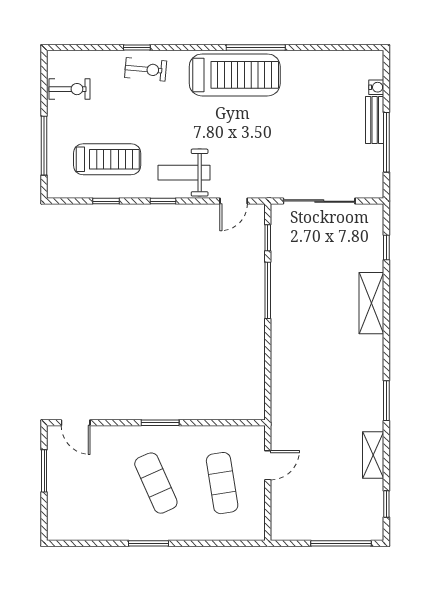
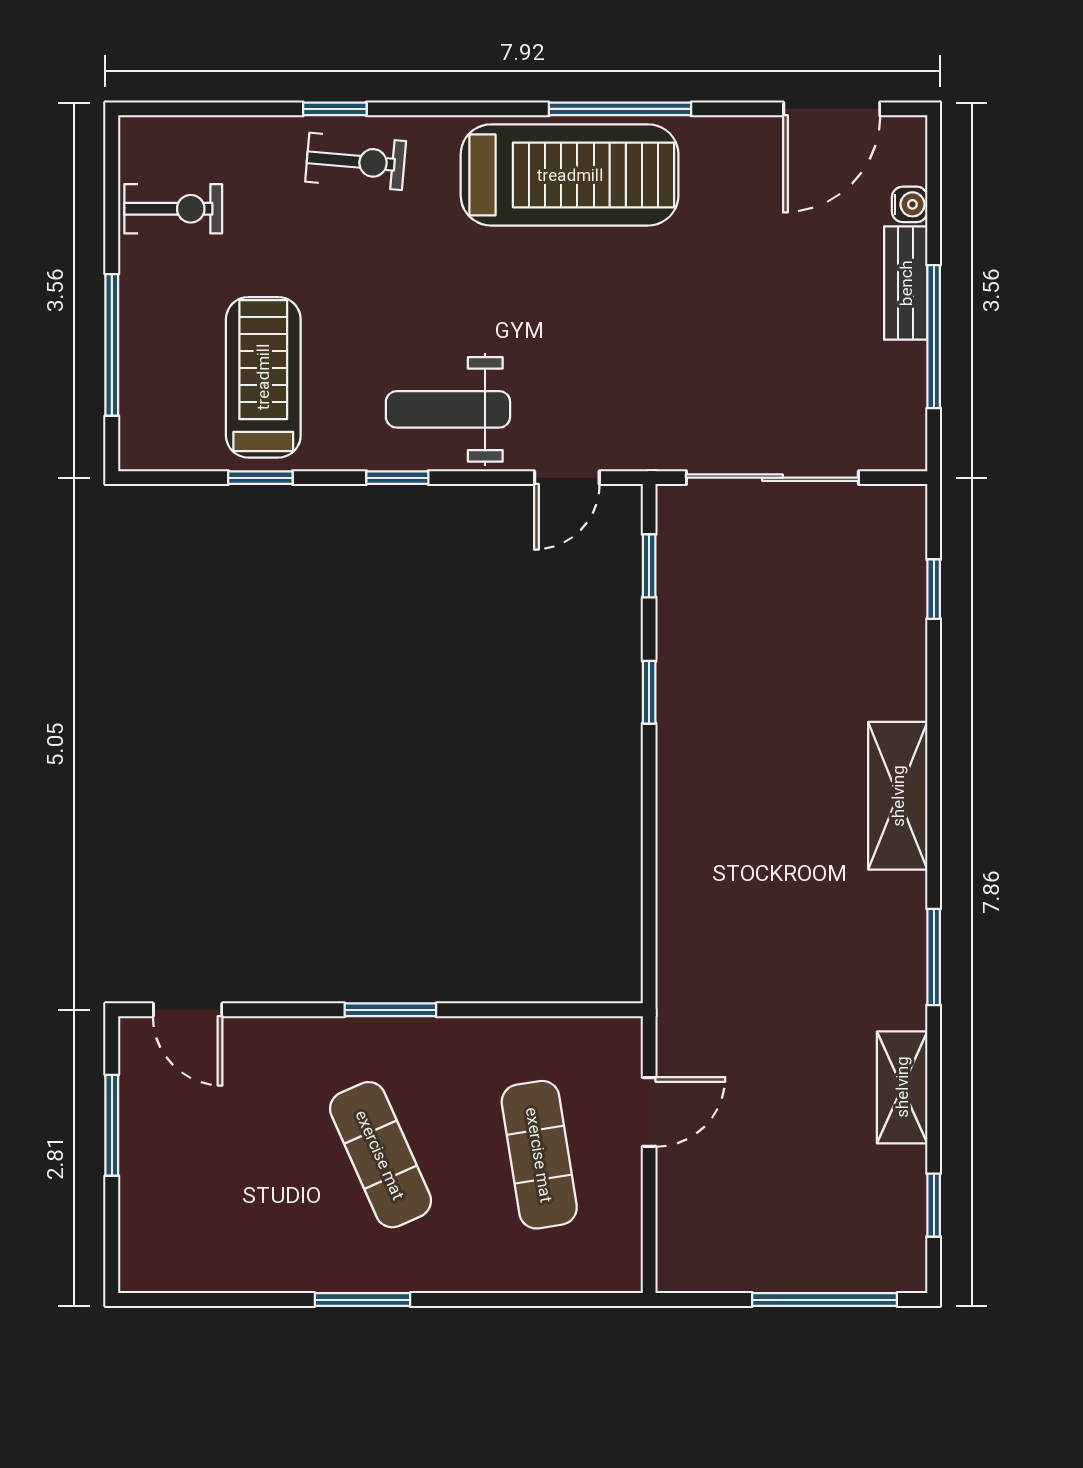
door: (344, 47) -> (832, 109), added
treadmill: (107, 159) -> (263, 377), turned -90
window: (268, 290) -> (649, 692), width x0.46
shelving: (371, 303) -> (898, 796), moved

